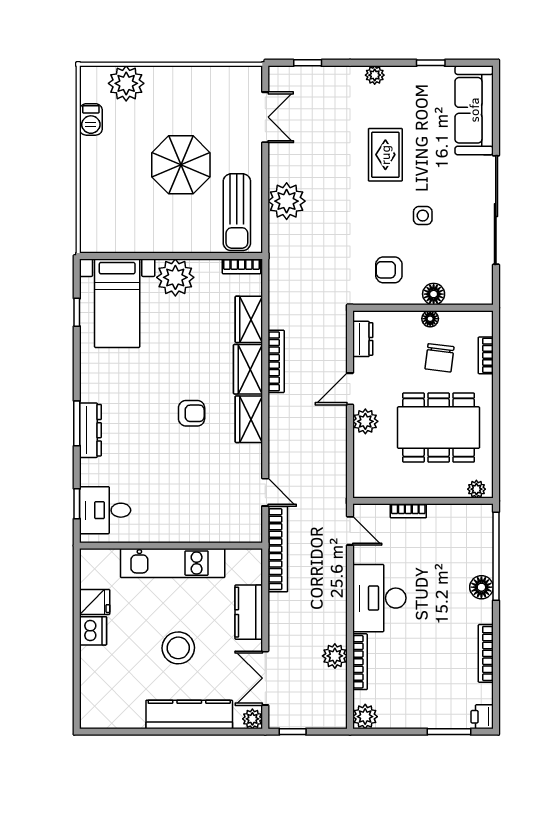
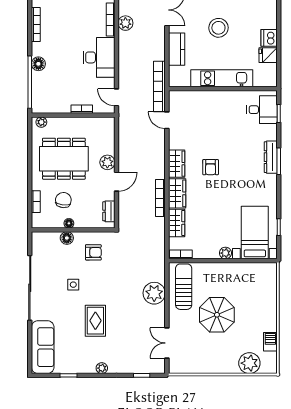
plant: (175, 277) -> (225, 253), width x0.53, depth x0.53
armchair: (192, 413) -> (211, 167), turned -90

